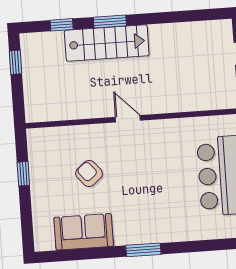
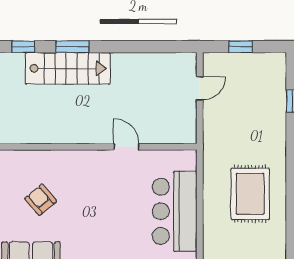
door: (128, 119) -> (127, 147), moved

